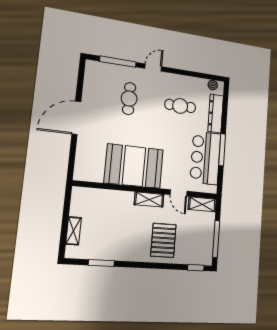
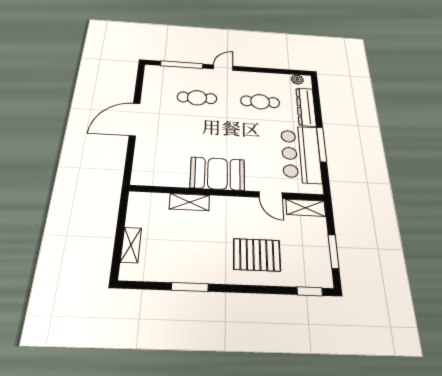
cafe table: (129, 99) -> (197, 98), turned 90
booth: (134, 166) -> (218, 174), width x0.73, depth x0.70
shelving: (149, 200) -> (189, 202), moved
window: (216, 239) -> (333, 251), width x0.69
pallet: (163, 240) -> (257, 255), turned 90
window: (101, 263) -> (190, 287), moved

